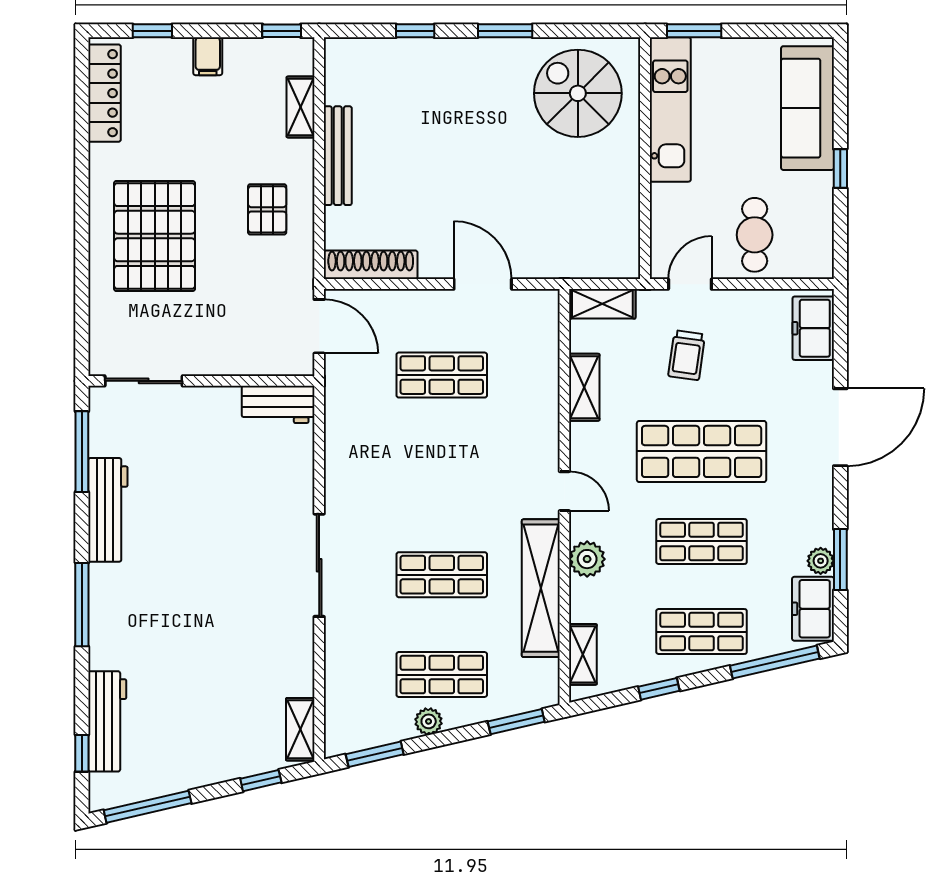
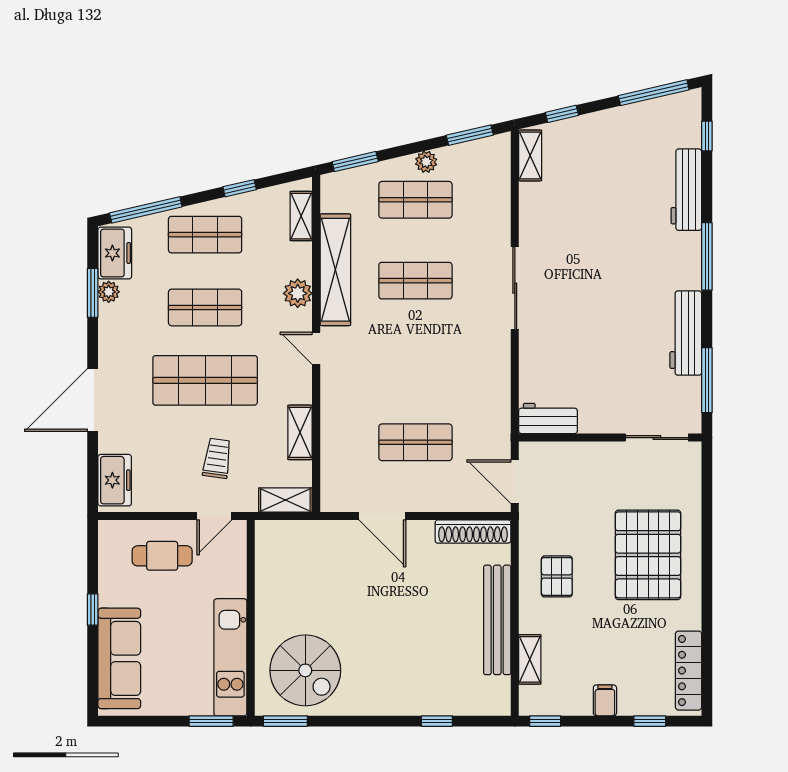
window: (505, 31) -> (285, 721), moved
bench: (338, 156) -> (497, 620), width x1.37, depth x1.21
cafe table: (755, 235) -> (162, 556), turned 90
workbench: (107, 721) -> (686, 190), moved

